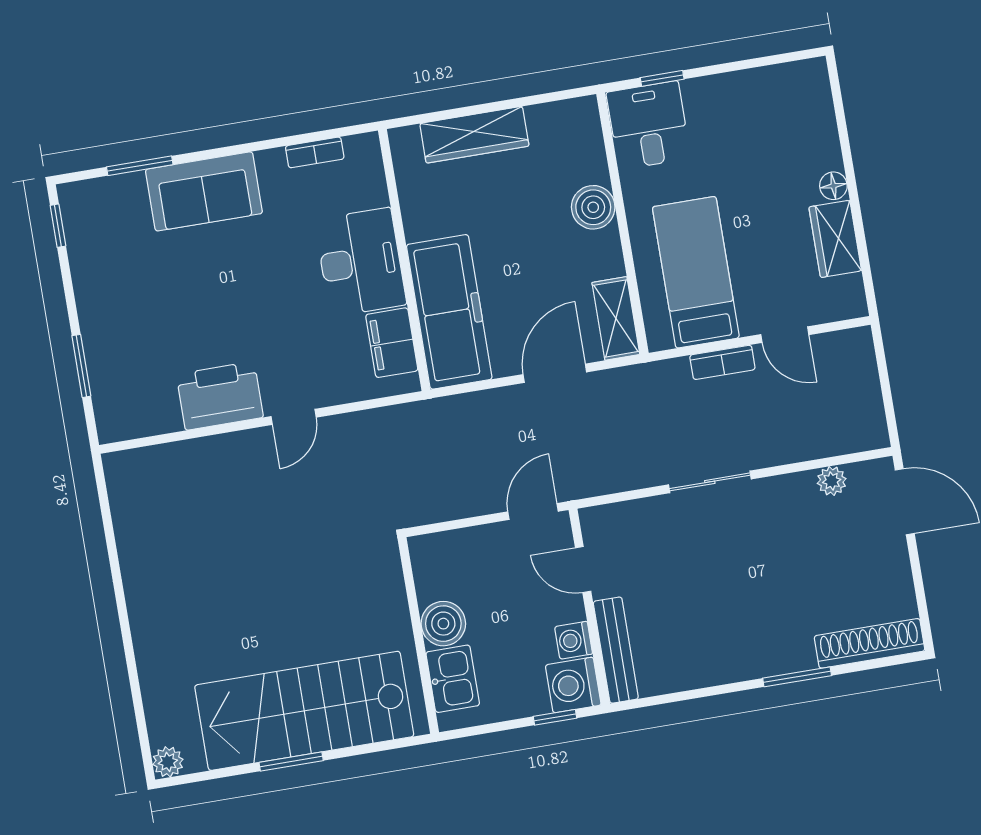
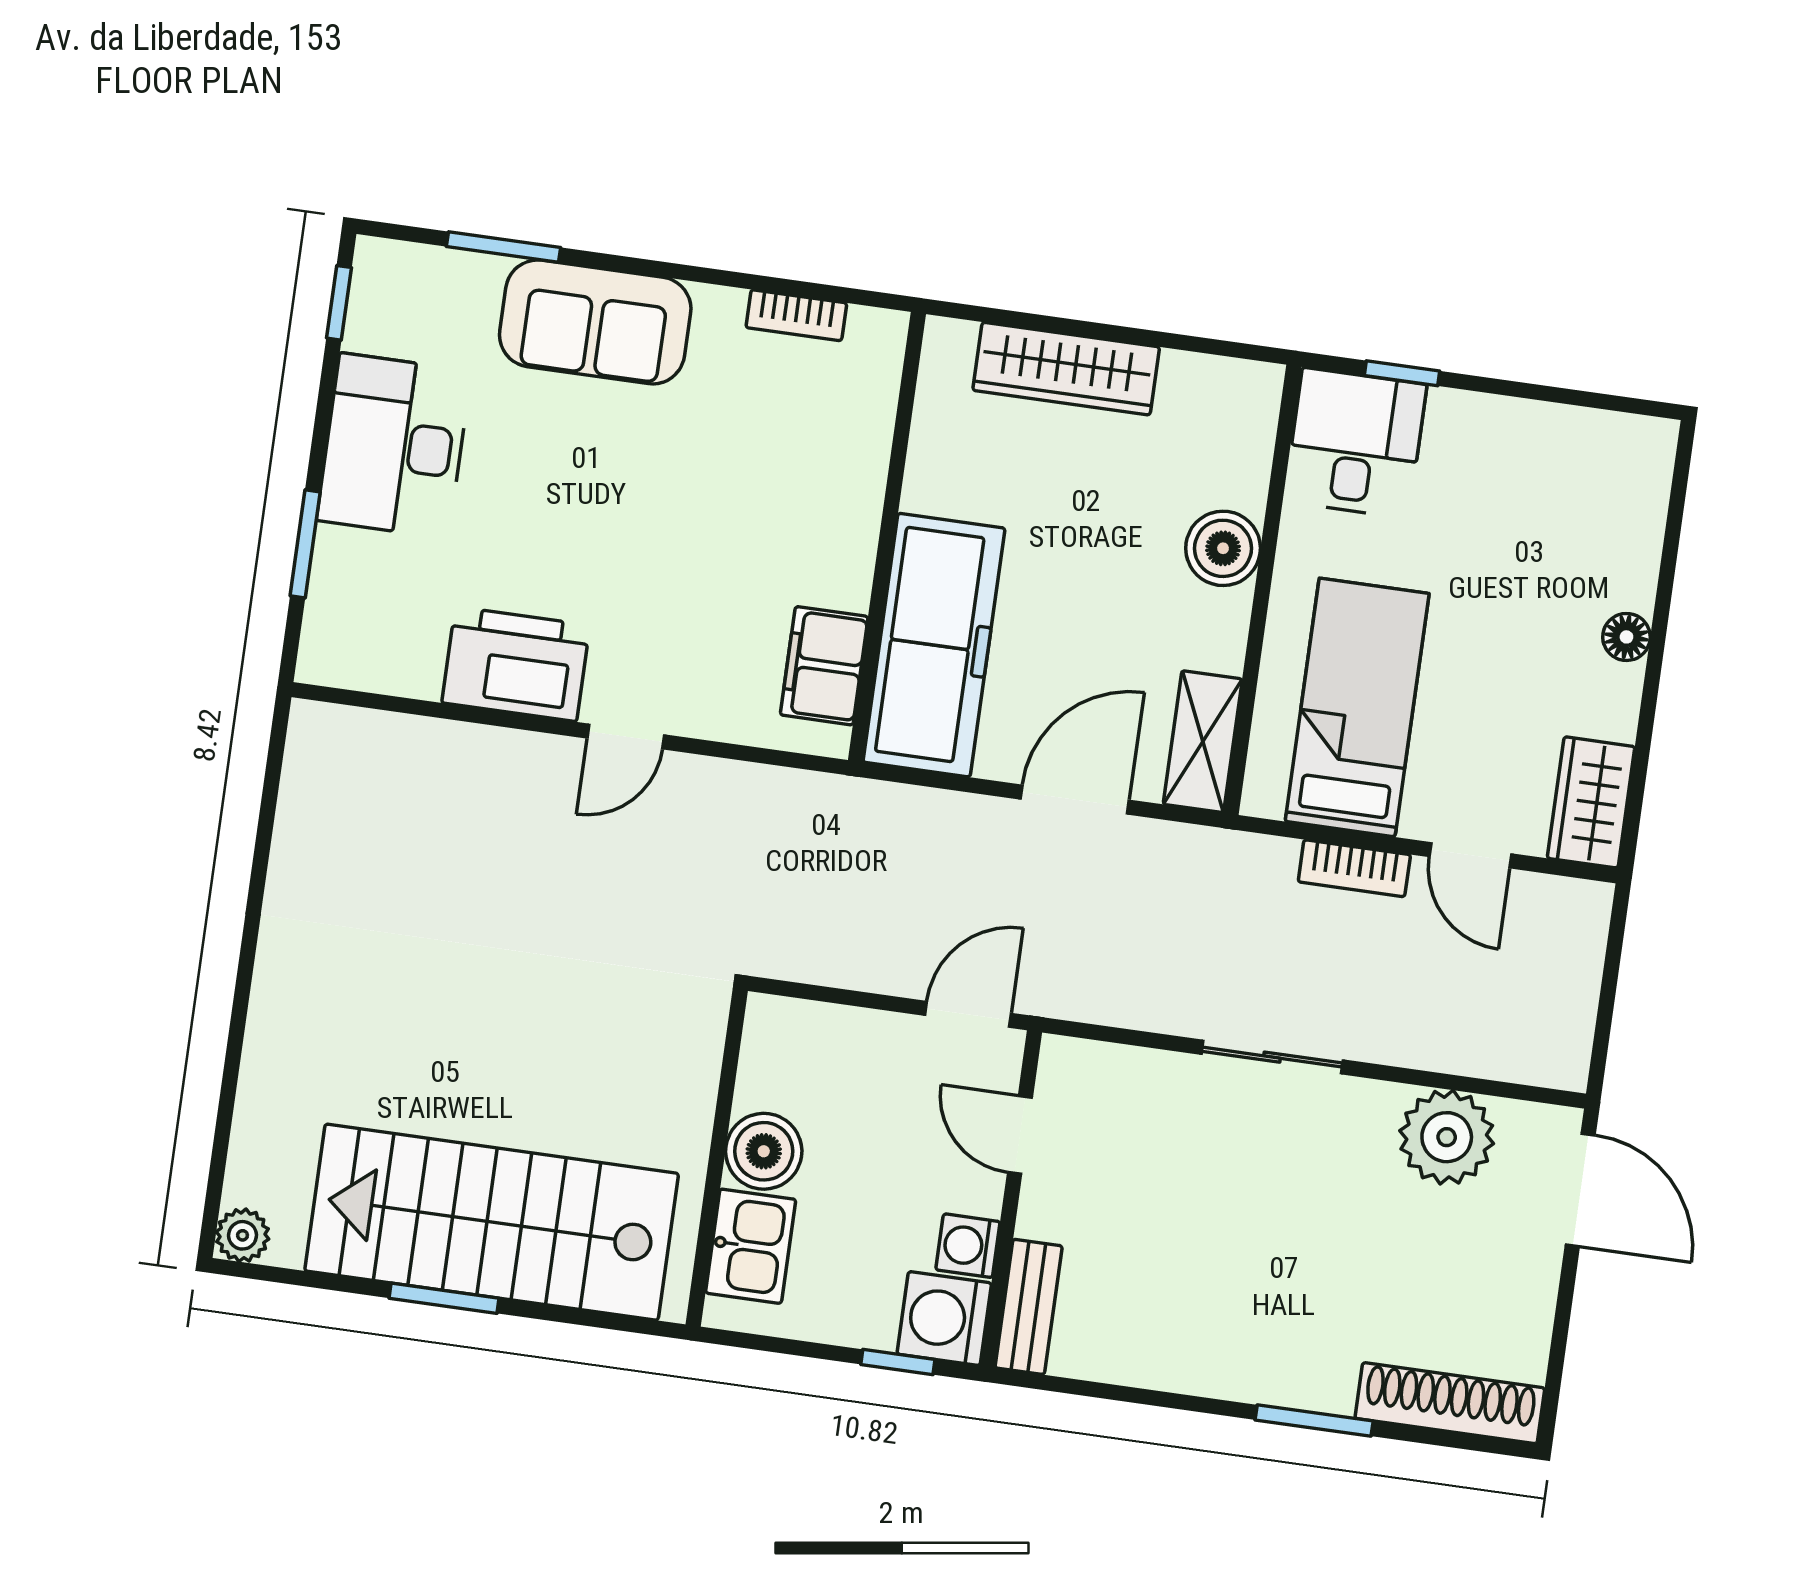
wardrobe: (835, 239) -> (1591, 802), moved
desk: (360, 262) -> (394, 446), moved, turned 180
plant: (832, 481) -> (1447, 1137), width x1.88, depth x1.88
bench: (616, 650) -> (1029, 1307), width x0.73

